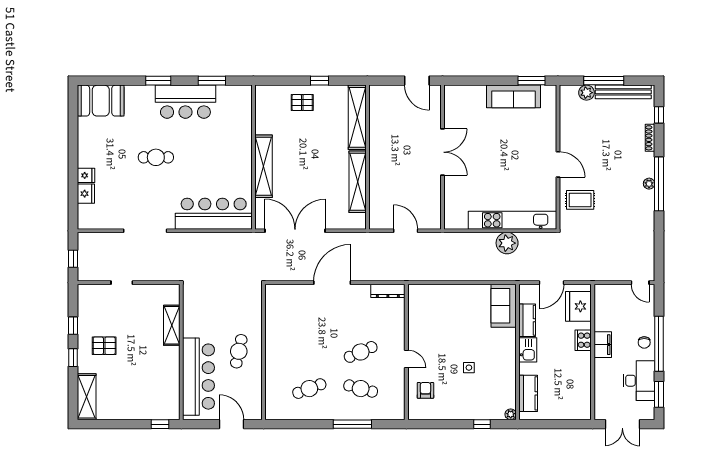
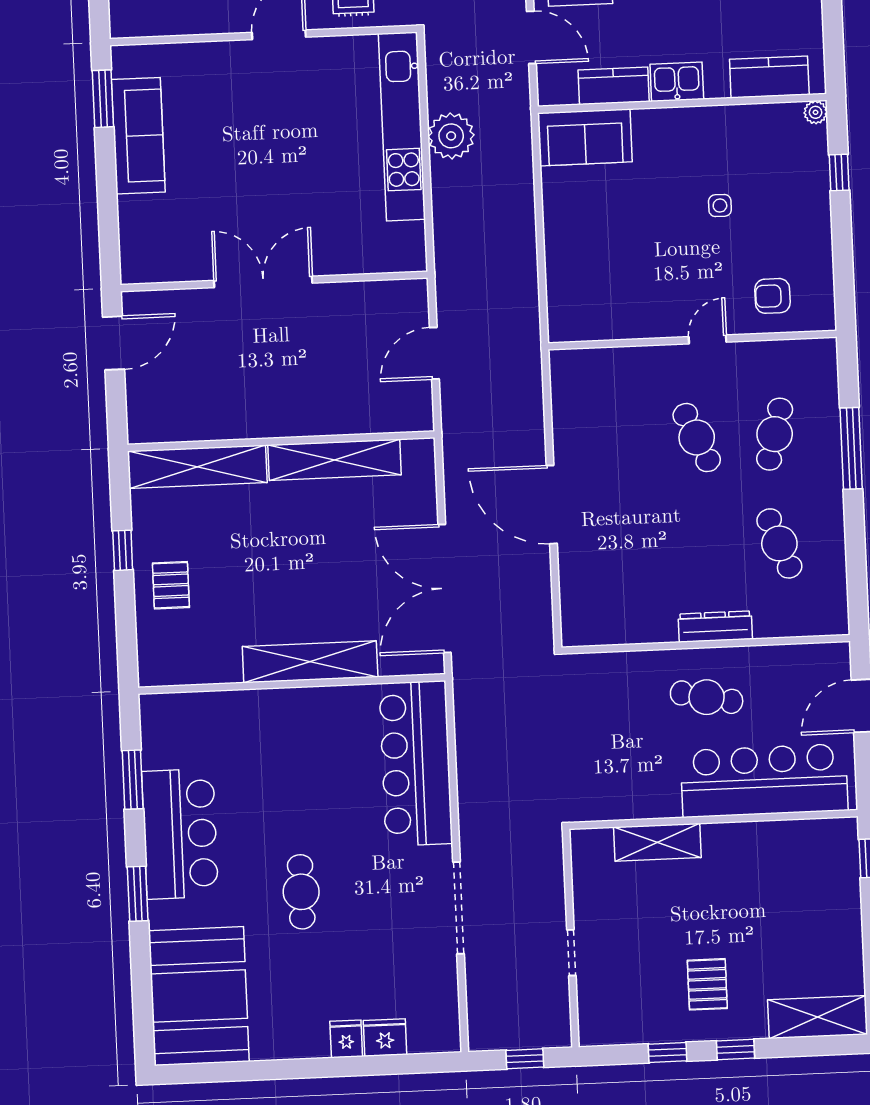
booth: (101, 101) -> (199, 996), width x1.36, depth x1.42
dresser: (388, 291) -> (715, 627), moved, turned -90

